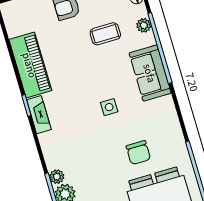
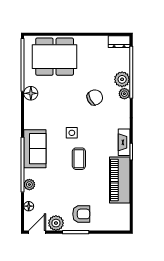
coffee table: (105, 34) -> (79, 159), moved, turned 90
floor lamp: (176, 142) -> (31, 93), added
chair: (138, 153) -> (95, 97), moved, turned 62

